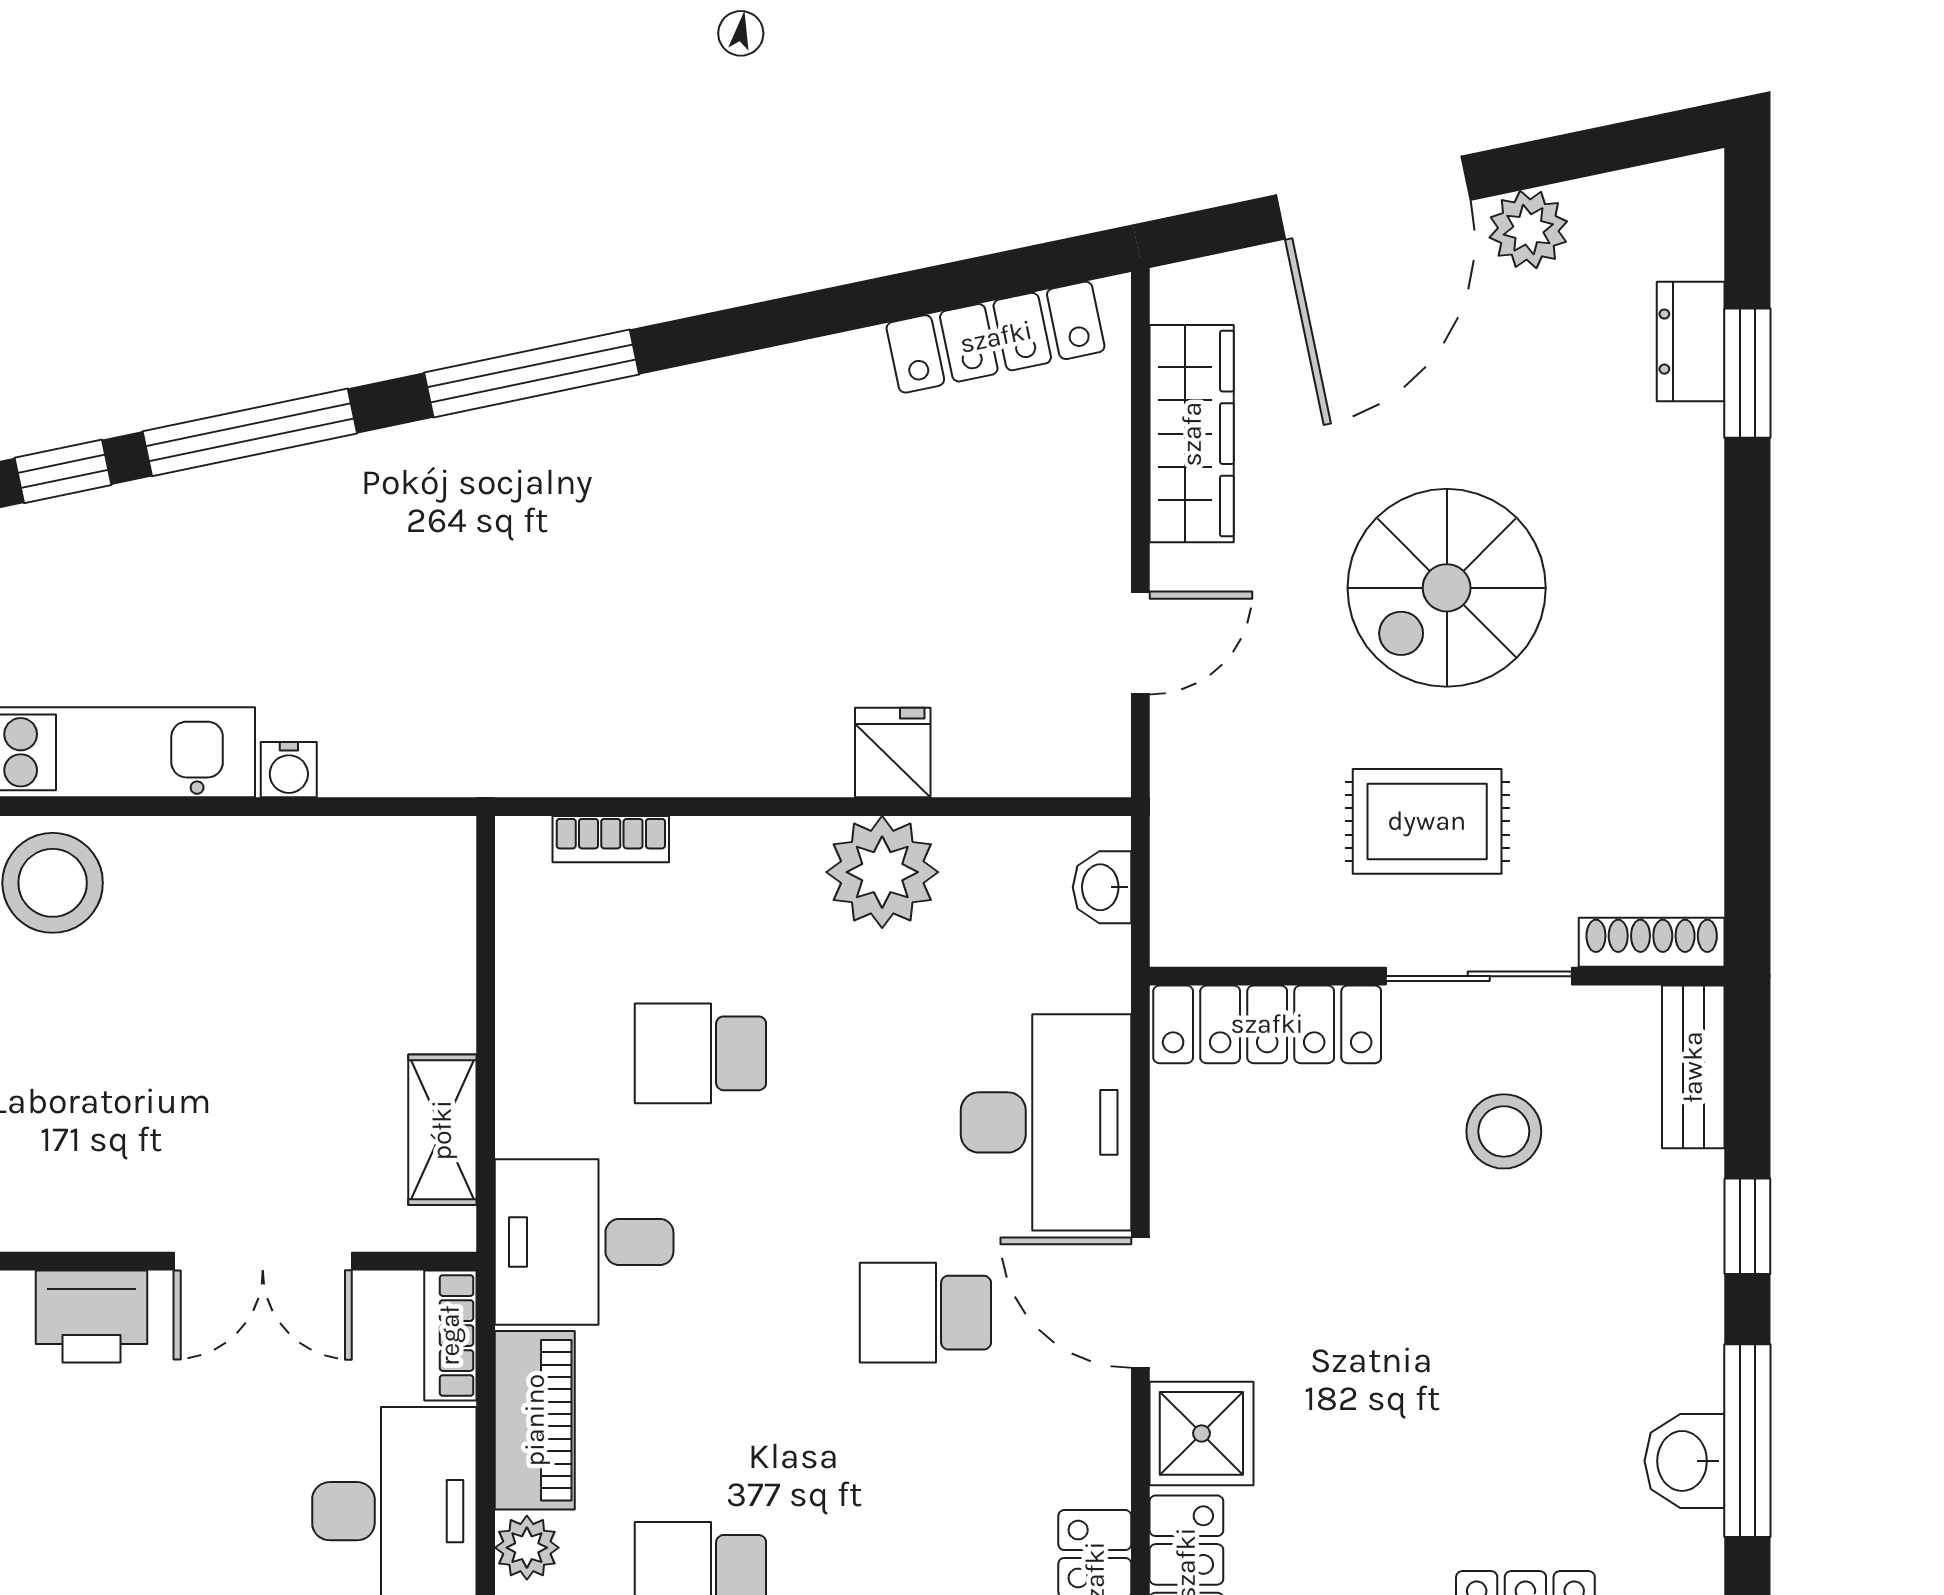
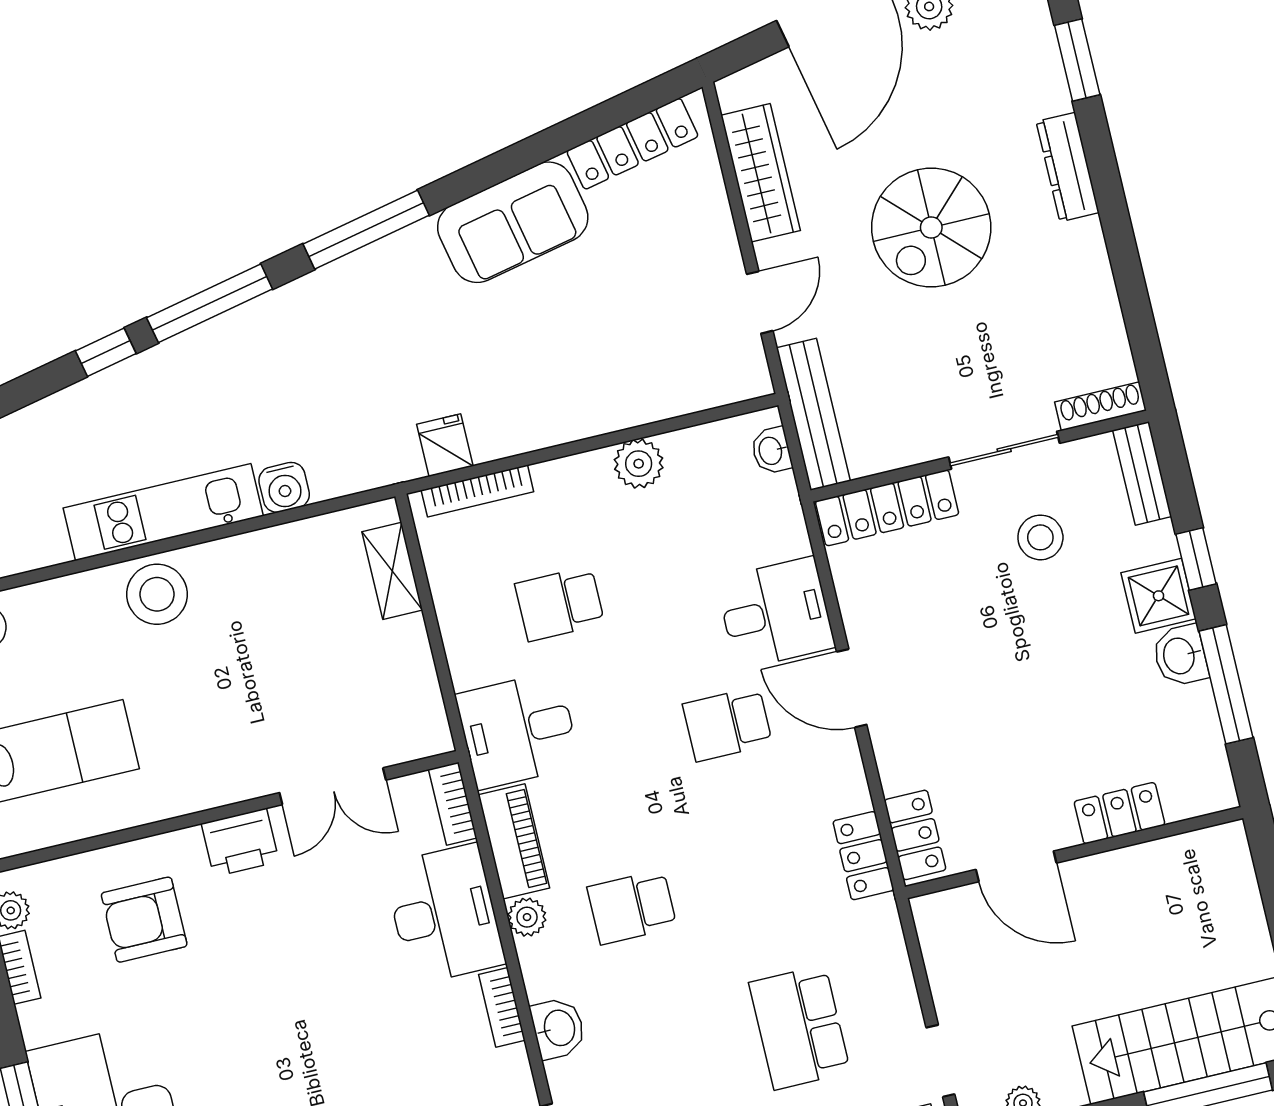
dresser: (1691, 342) -> (1068, 167), moved, width x1.44
sofa: (772, 418) -> (513, 222), added
fridge: (893, 753) -> (445, 445), moved
water cooler: (289, 770) -> (284, 487), width x1.38, depth x1.38
rug: (1427, 821) -> (952, 367), removed
bookcase: (611, 839) -> (477, 491), width x1.56
bench: (1184, 845) -> (813, 414), added
plant: (882, 872) -> (639, 464), width x0.73, depth x0.73
desk: (1046, 1122) -> (776, 613), width x0.73
shelving: (442, 1130) -> (392, 571), moved
shower: (1201, 1433) -> (1159, 596), moved
washbasin: (1684, 1461) -> (1180, 656), moved

